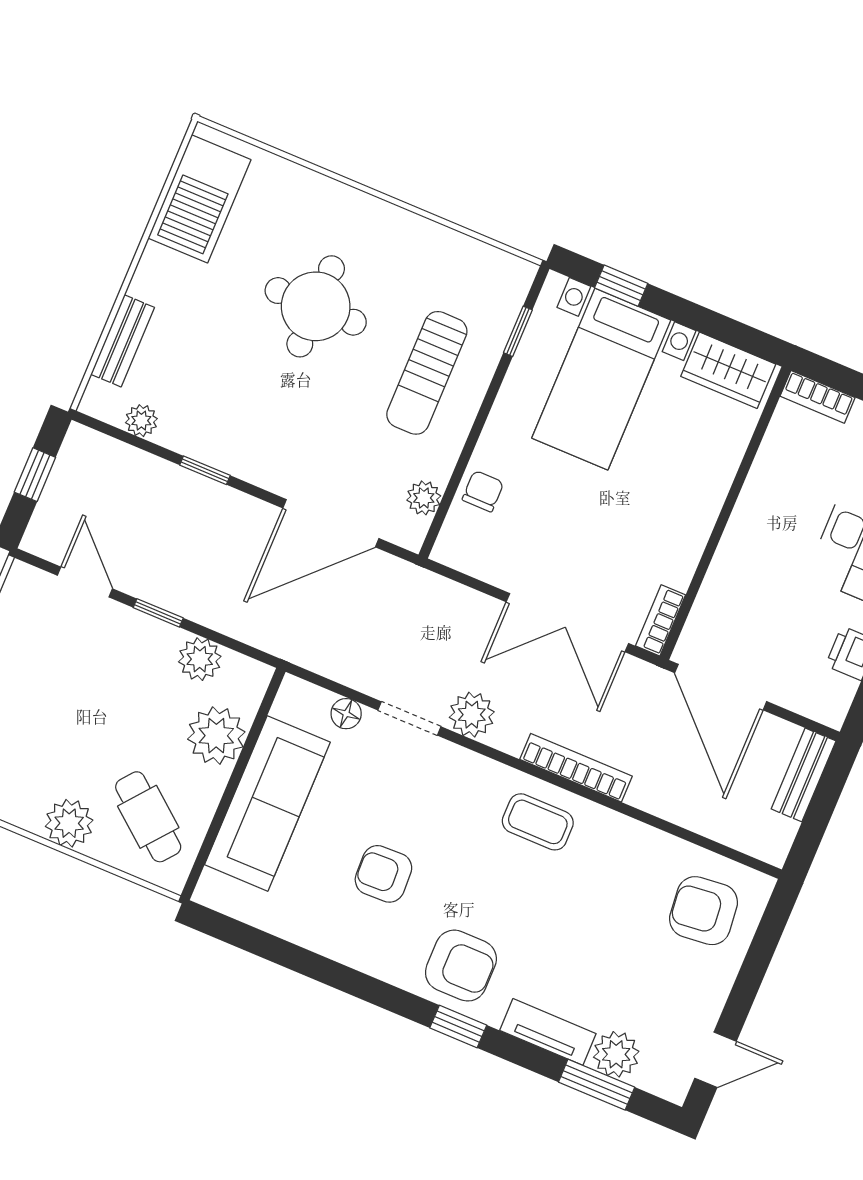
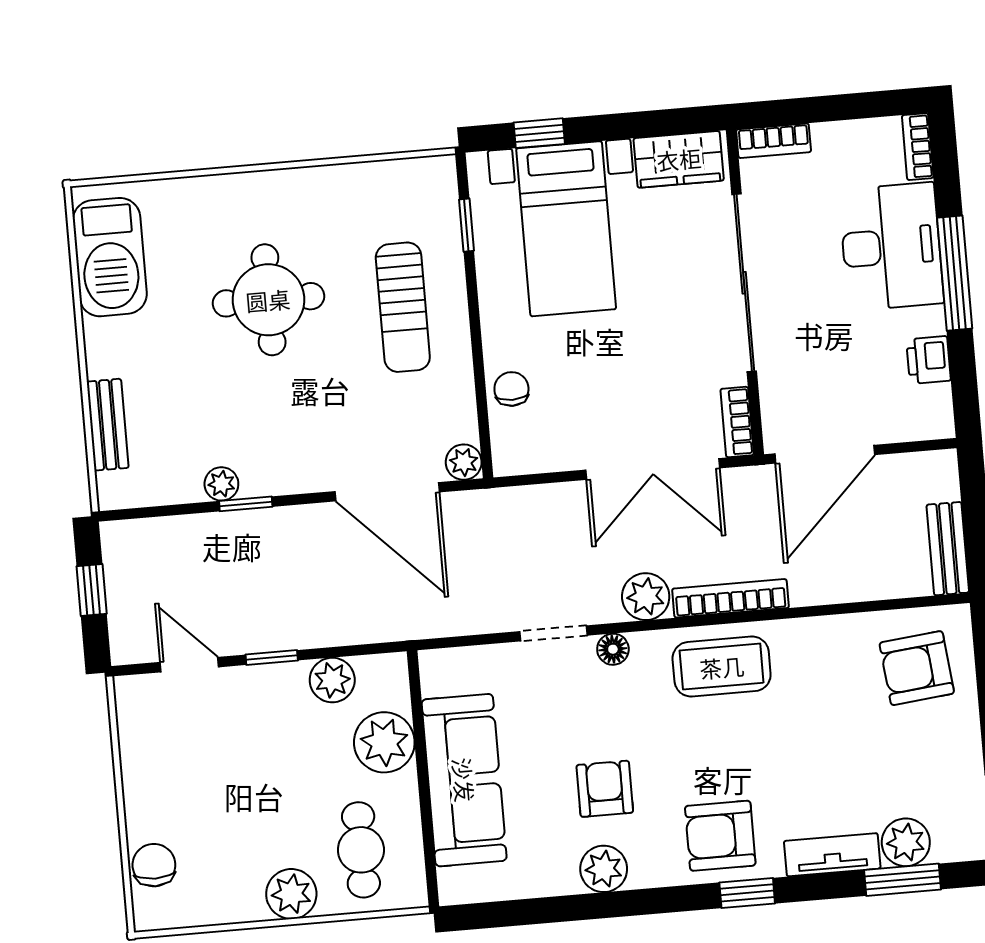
plant: (141, 421) -> (221, 484), moved
plant: (424, 498) -> (464, 462), moved
sliding door: (729, 505) -> (744, 283), added
door: (331, 523) -> (387, 492), hinge flipped
door: (721, 687) -> (825, 454), hinge flipped
floor lamp: (346, 714) -> (613, 649), moved
plant: (472, 715) -> (646, 597), moved
bench: (804, 775) -> (948, 549), moved
cafe table: (148, 817) -> (361, 850), turned 51
coffee table: (538, 822) -> (722, 667), width x1.36, depth x1.30
armchair: (383, 874) -> (605, 789), turned 92
plant: (347, 942) -> (604, 869), added
armchair: (461, 966) -> (720, 836), turned 180

